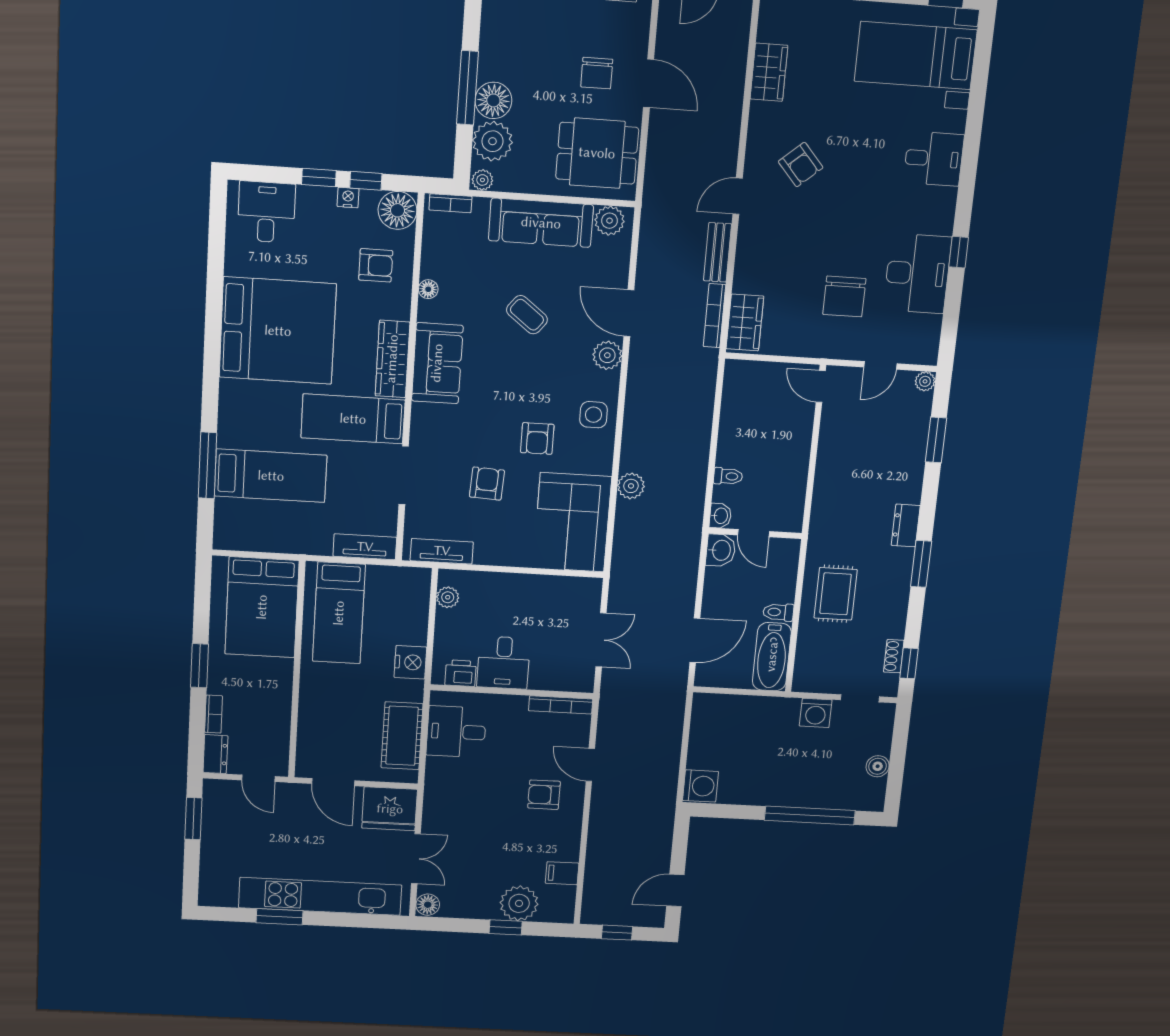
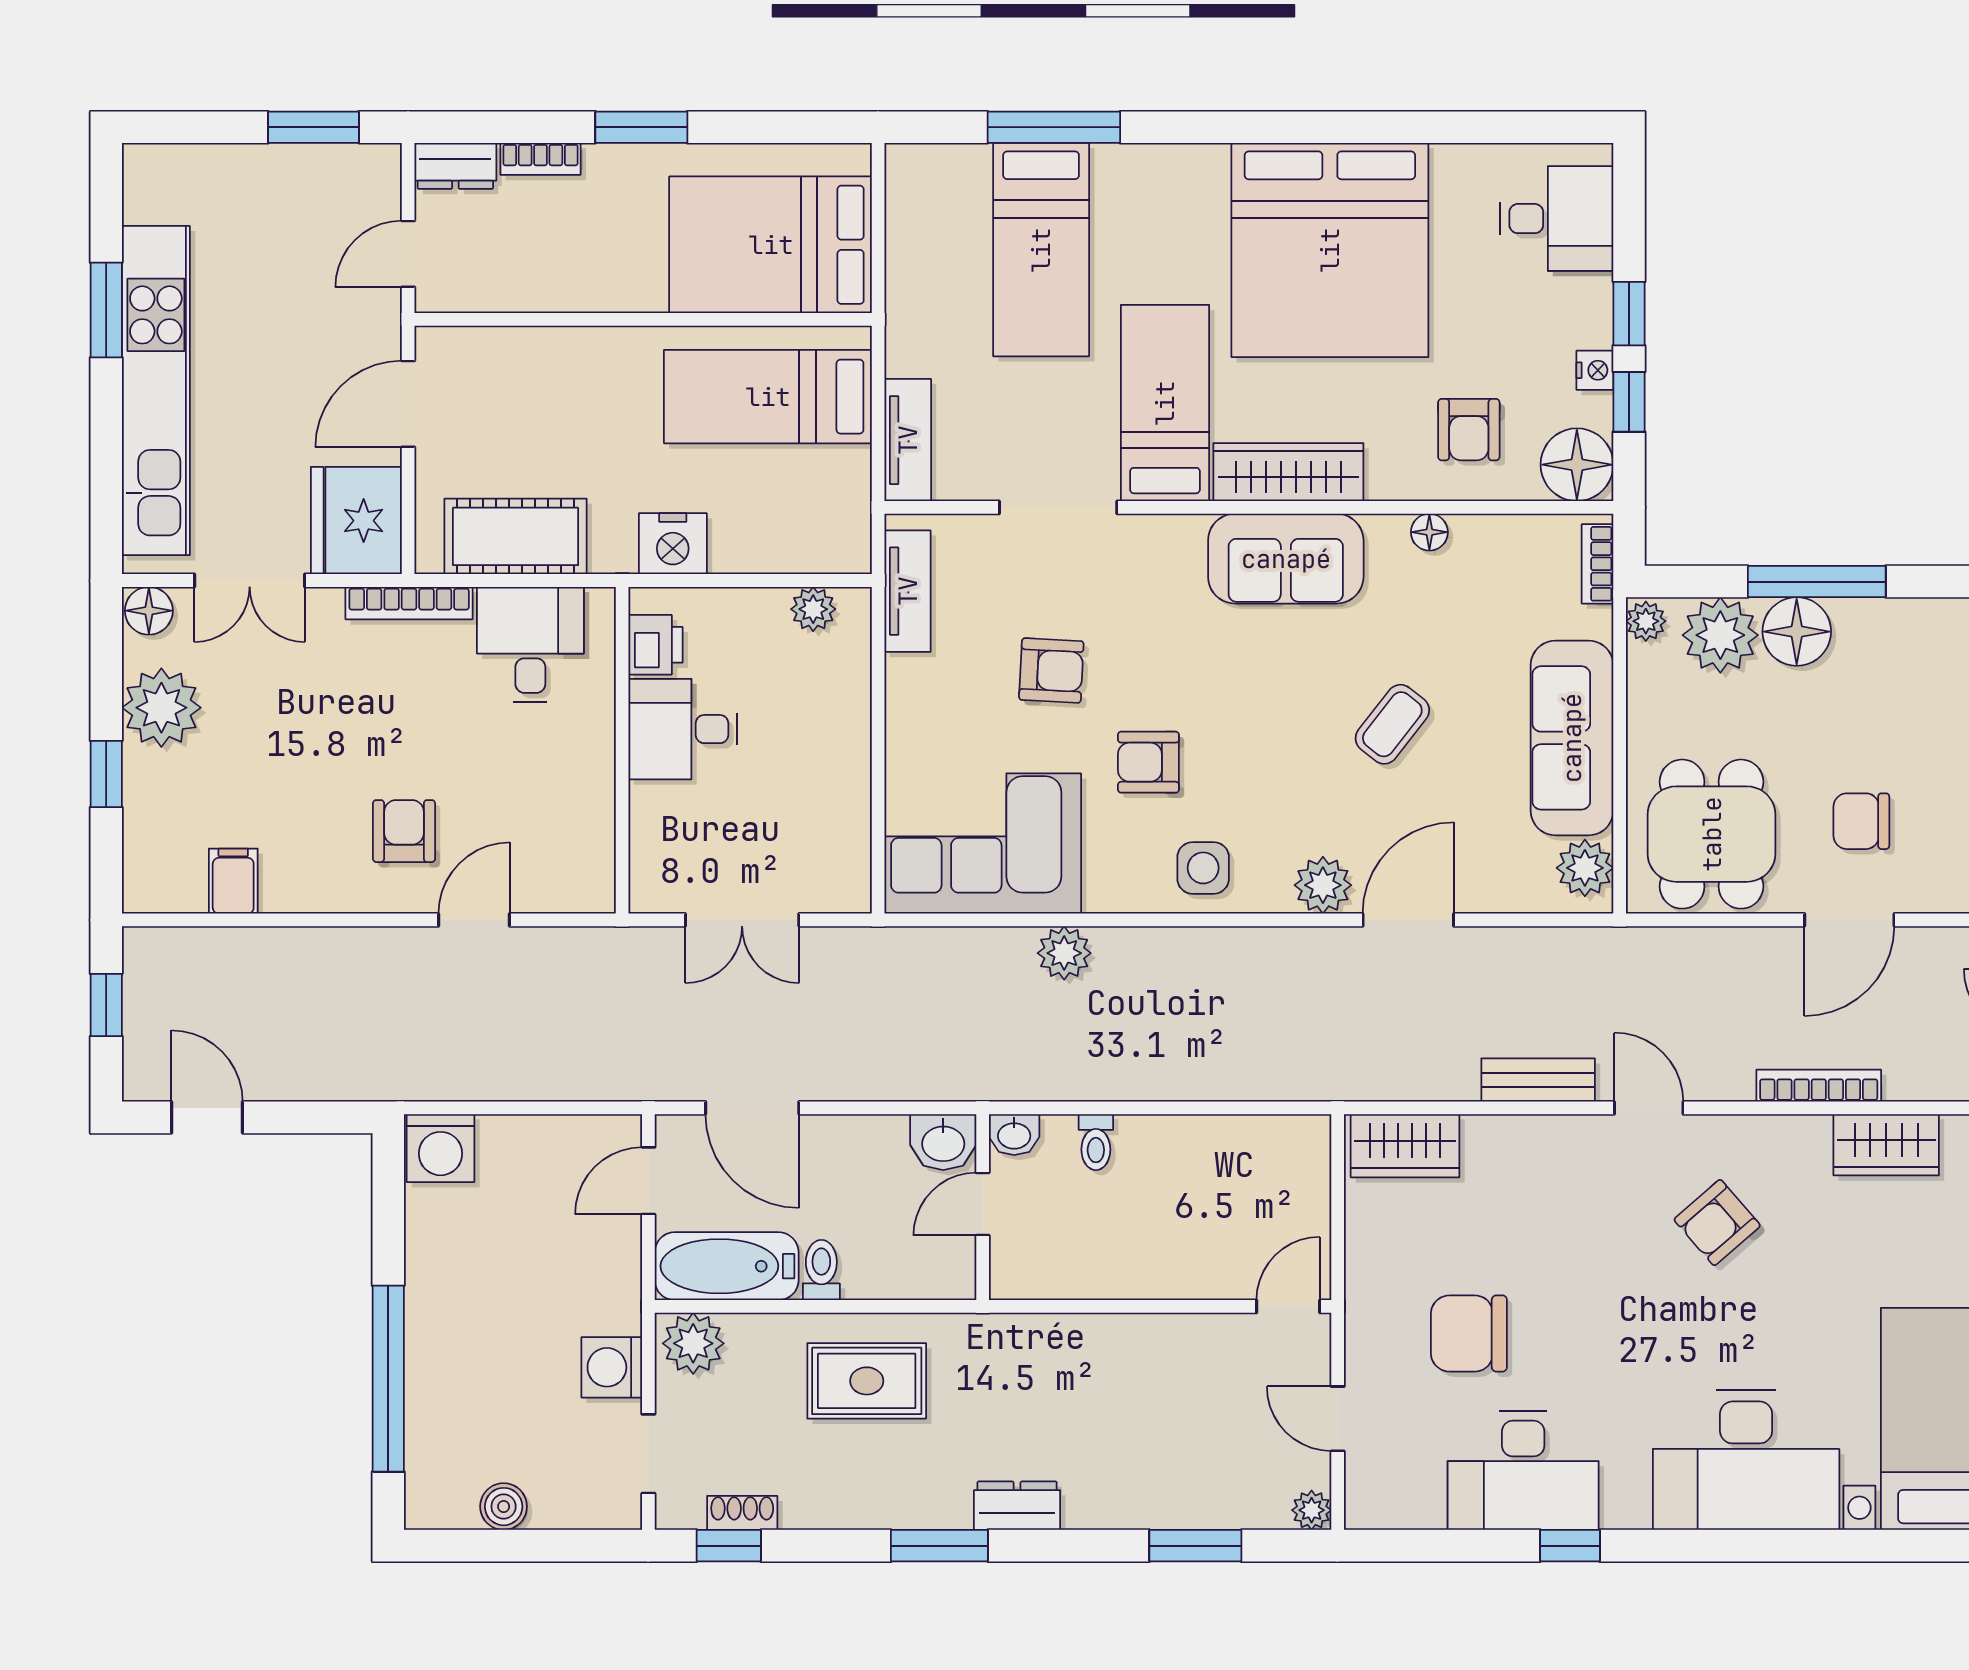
desk: (934, 159) -> (1746, 1460), width x1.87, depth x1.30
bookcase: (715, 316) -> (1819, 1086), moved
plant: (808, 674) -> (693, 1343), added
door: (726, 691) -> (648, 1181), added
bookcase: (561, 705) -> (409, 603), moved, turned -90
plant: (519, 903) -> (161, 708), moved

